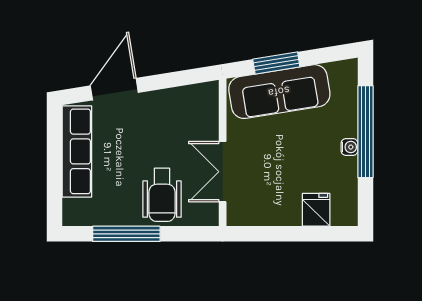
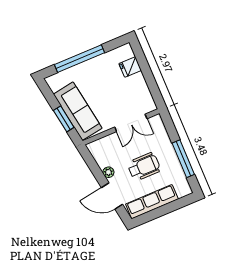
plant: (156, 100) -> (108, 172), added
water cooler: (349, 147) -> (91, 63), removed
wheelchair: (162, 195) -> (144, 167), moved

